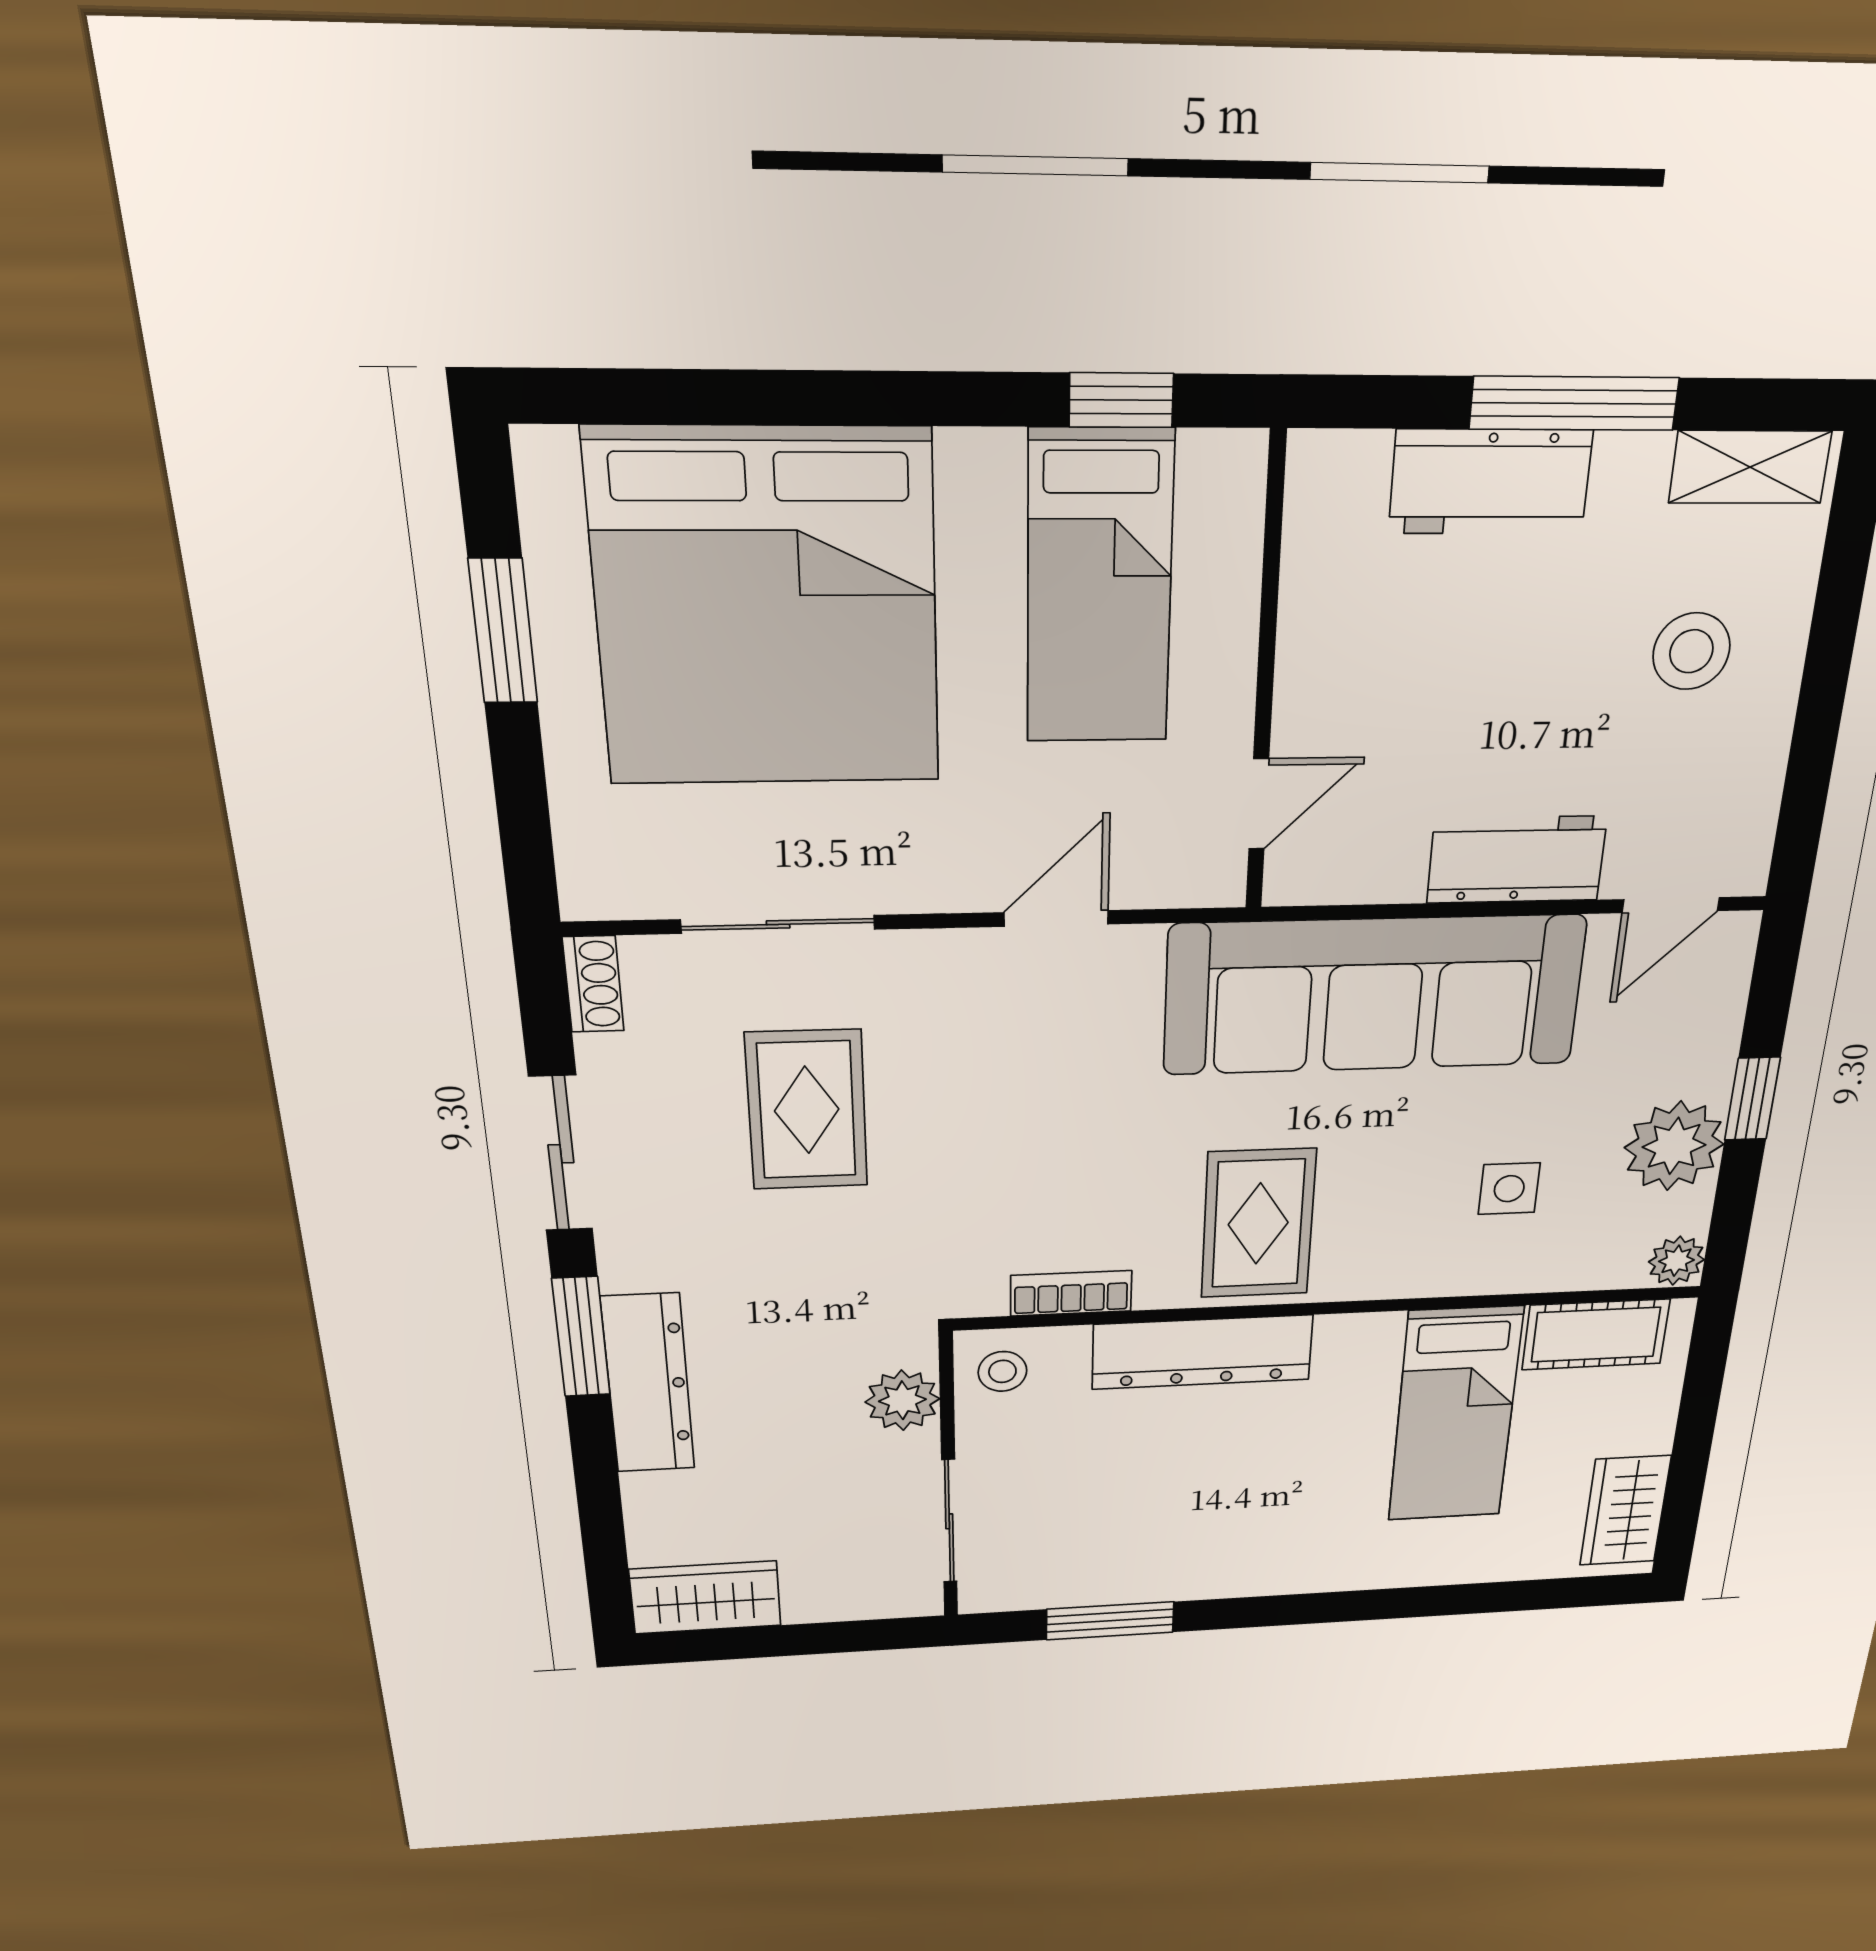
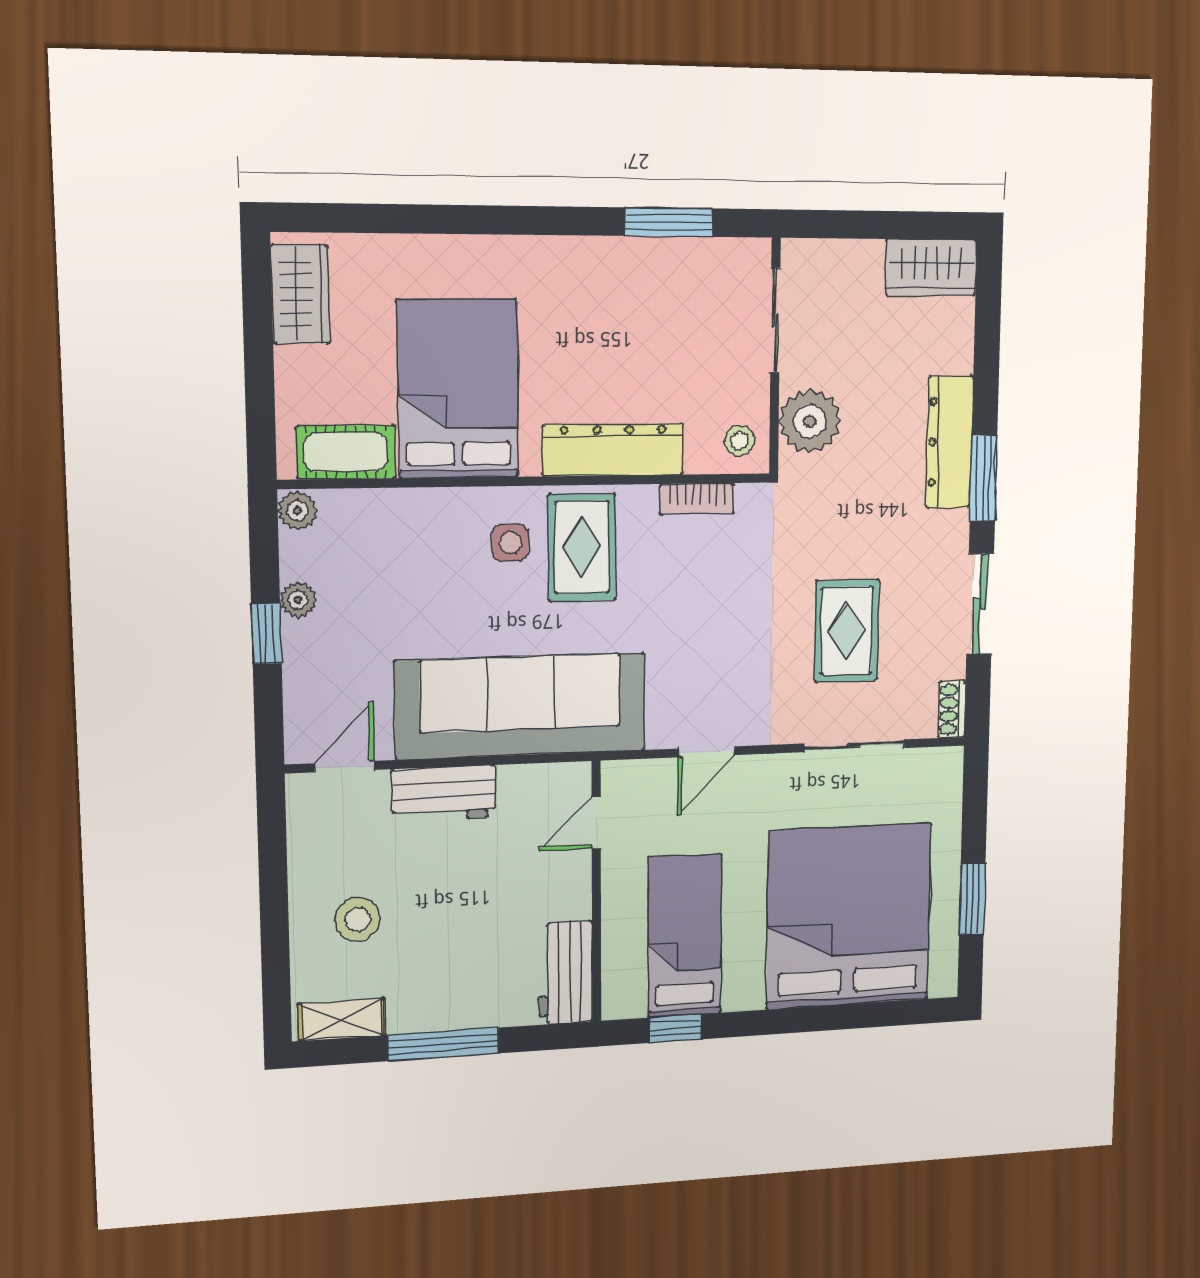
workbench: (1490, 482) -> (566, 973), moved, turned -90
plant: (1674, 1146) -> (298, 600), width x0.53, depth x0.53
side table: (1509, 1189) -> (510, 543), moved
plant: (902, 1400) -> (810, 421), width x1.36, depth x1.36
bed: (1455, 1415) -> (458, 389), width x1.50

